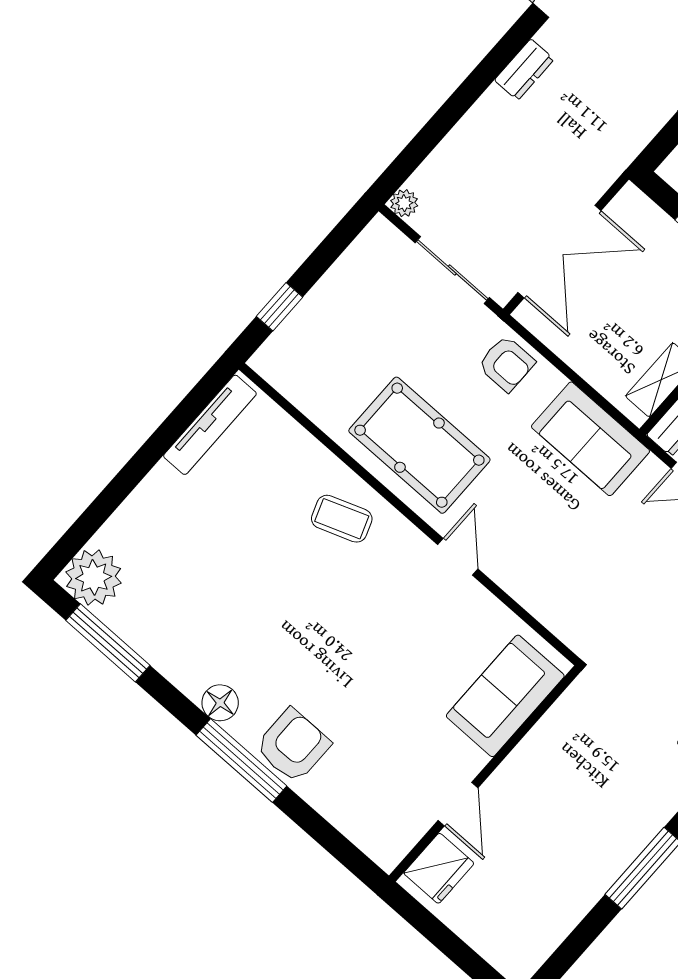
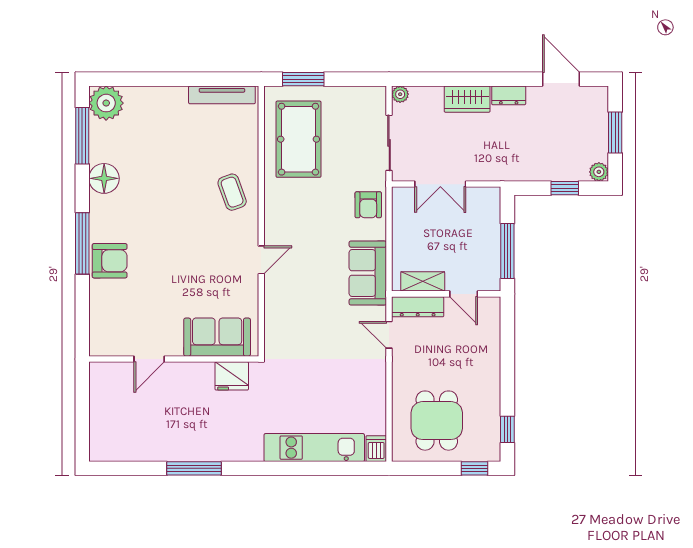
wardrobe: (483, 125) -> (467, 99), added
double door: (559, 252) -> (440, 184), width x0.73
window: (279, 307) -> (303, 79), width x1.50
pool table: (419, 445) -> (299, 139), moved
floor lamp: (220, 703) -> (104, 178), moved, width x1.38, depth x1.38
fridge: (439, 868) -> (232, 376), moved

